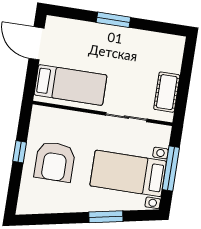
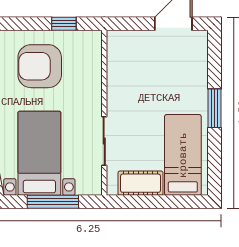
bed: (70, 85) -> (183, 155), moved, turned 180
window: (20, 152) -> (64, 24), moved

